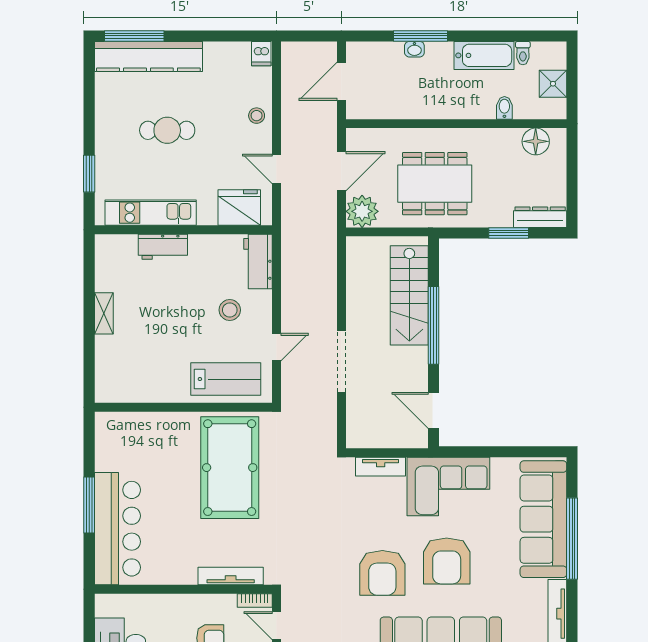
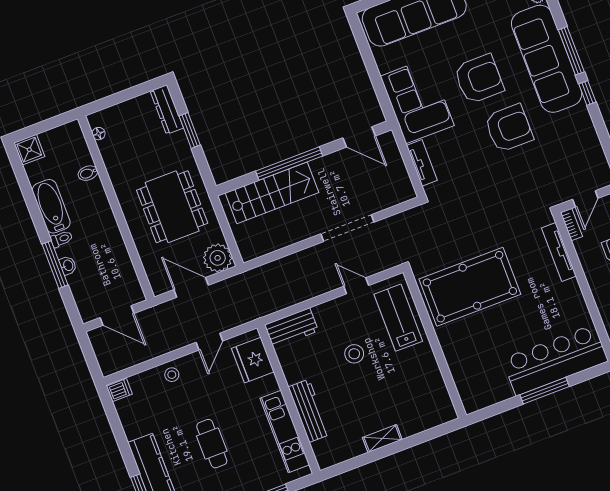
toilet: (523, 53) -> (61, 239), moved
shower: (553, 84) -> (29, 150), moved
floor lamp: (536, 141) -> (99, 134), width x0.53, depth x0.53
workbench: (163, 247) -> (309, 411), width x1.38
stool: (230, 310) -> (354, 354), moved
door: (433, 410) -> (359, 137), hinge flipped

